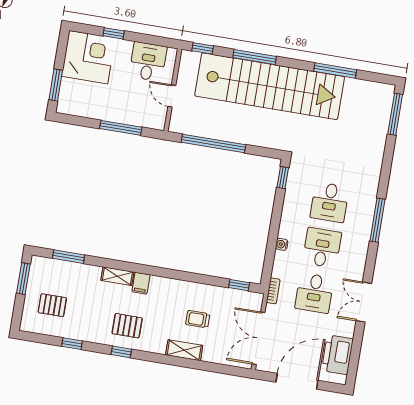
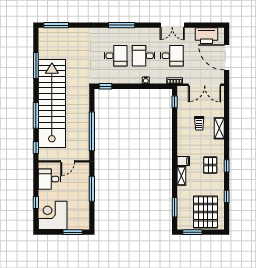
pallet: (52, 305) -> (205, 212), width x2.05, depth x2.00

